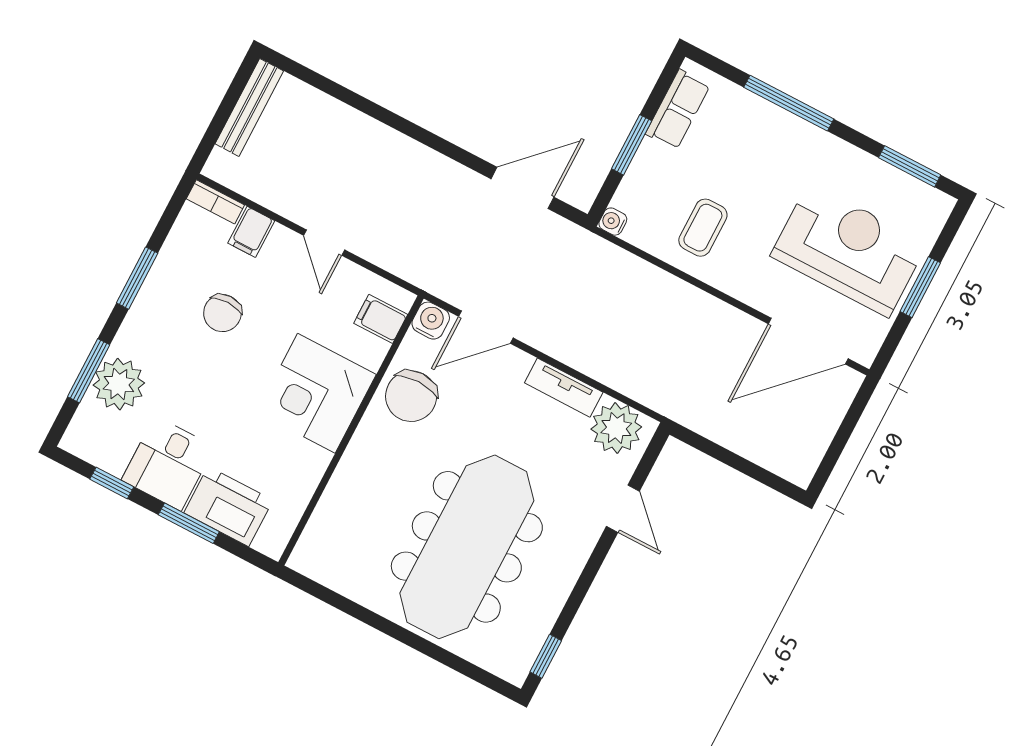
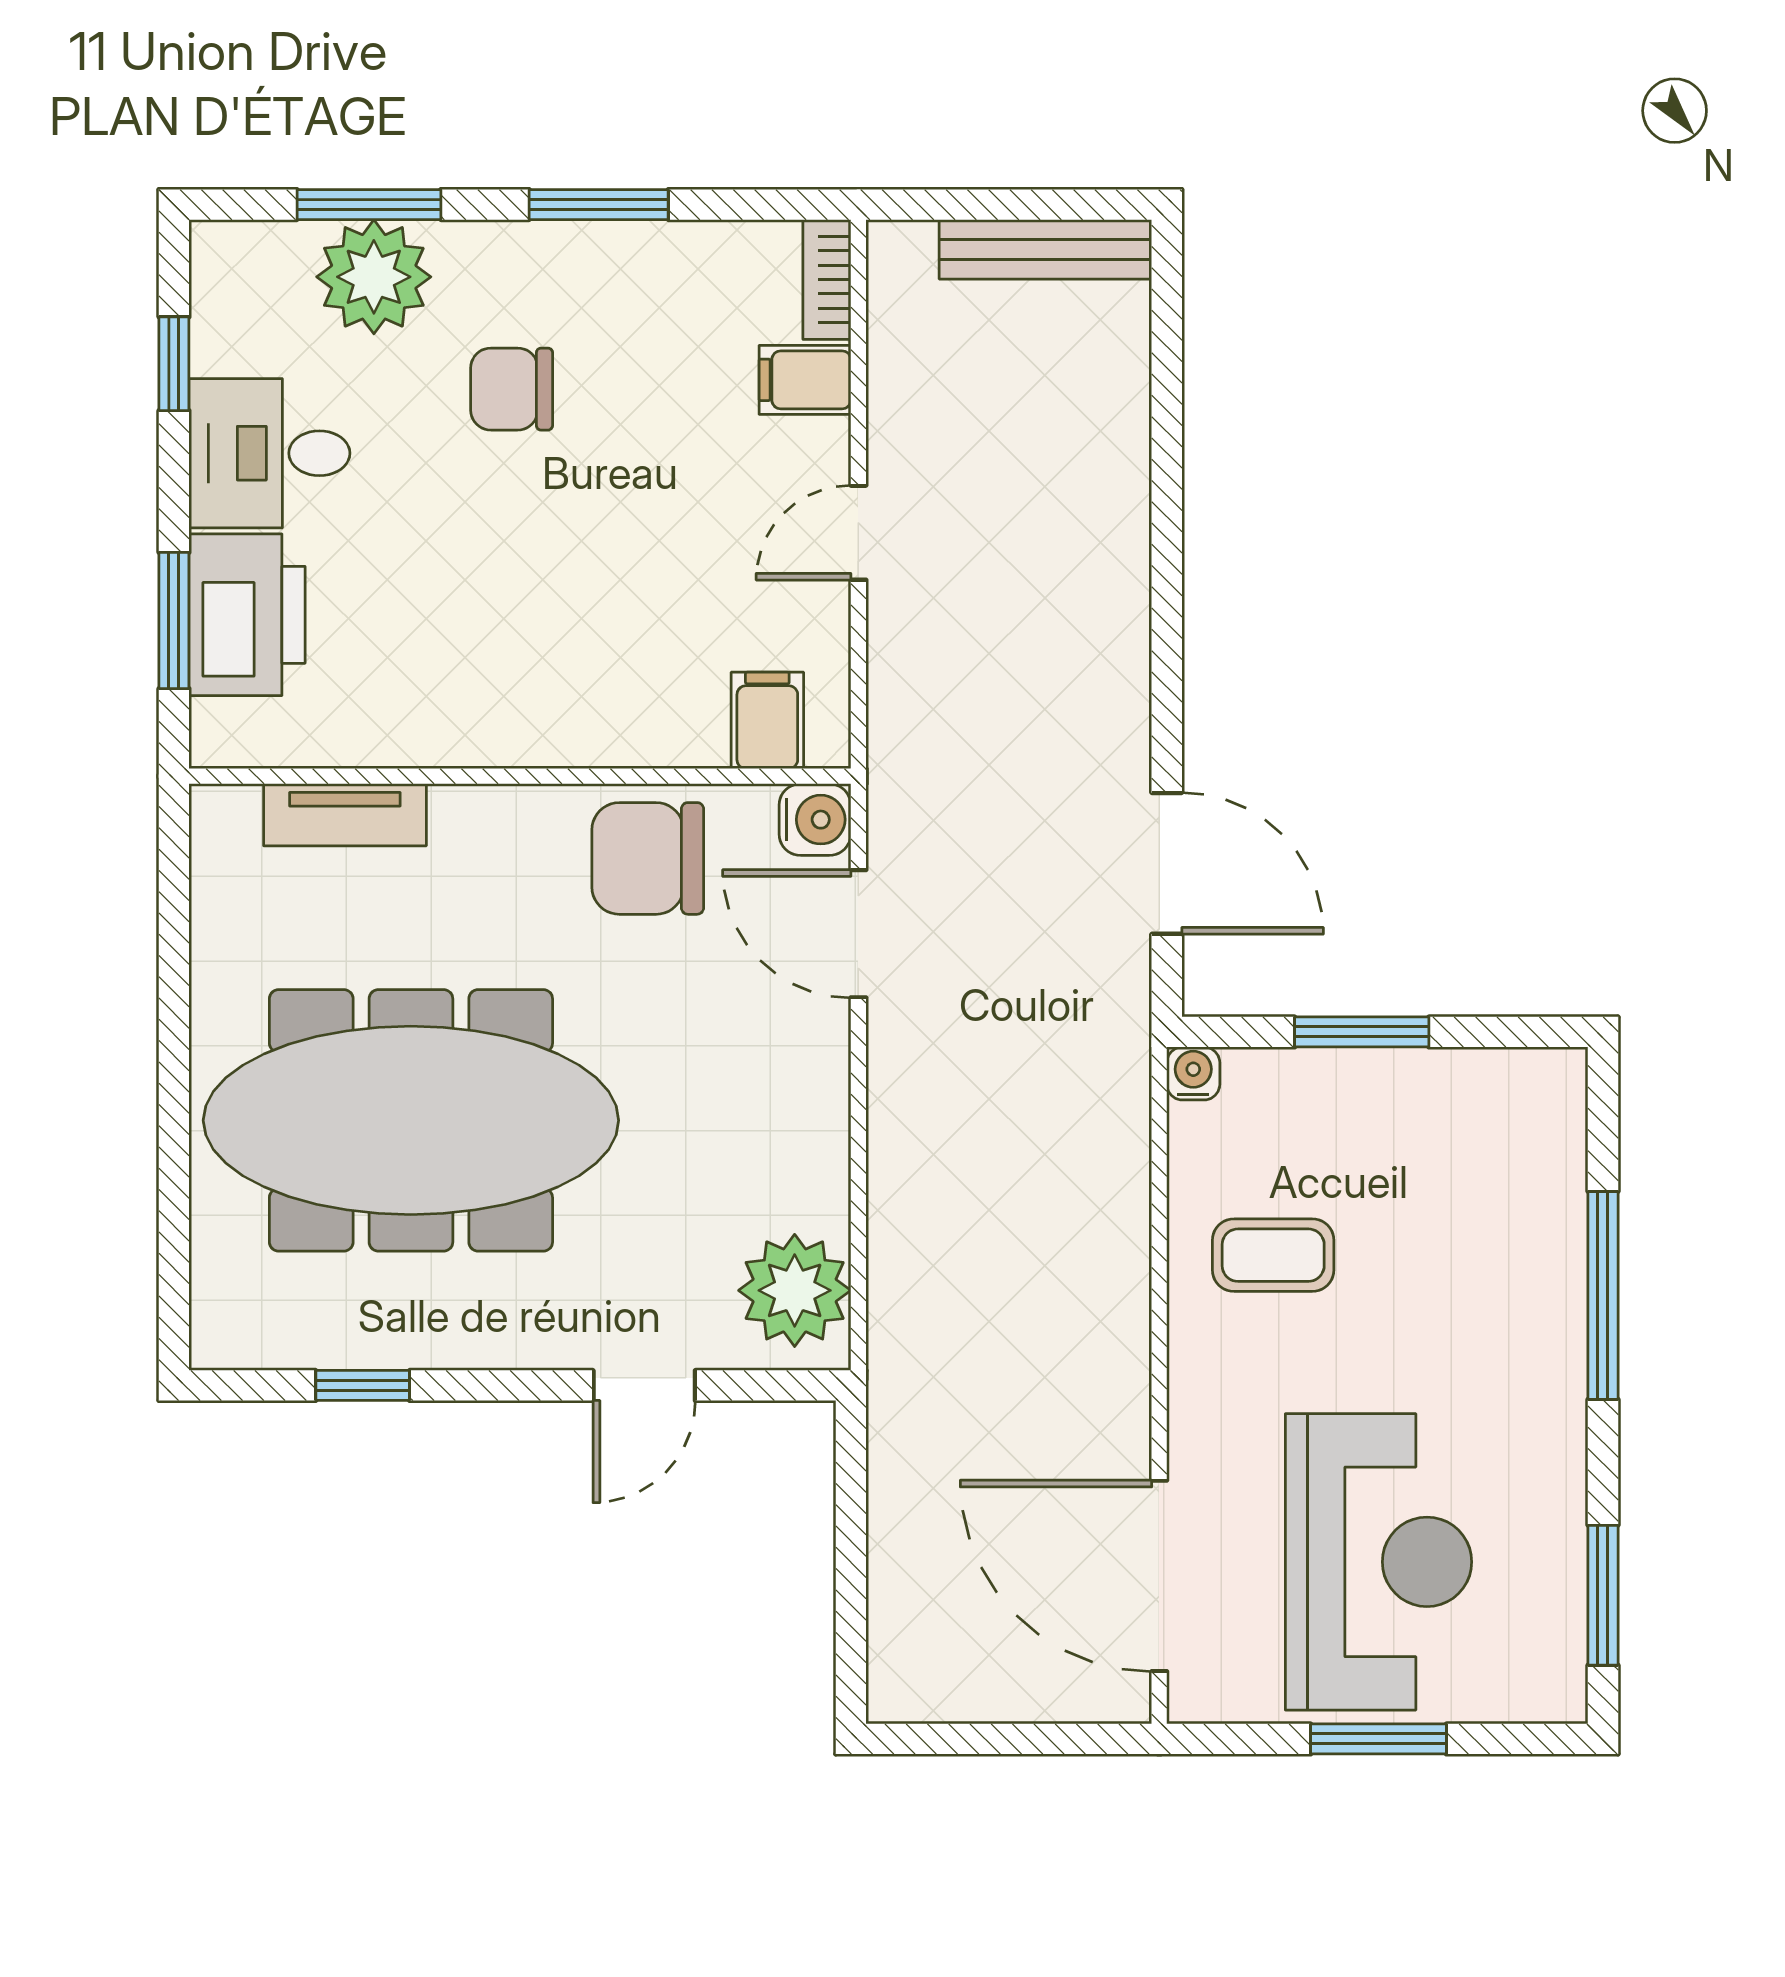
row of seats: (678, 109) -> (1478, 1086), removed
chair: (222, 313) -> (512, 389), moved
tv unit: (564, 388) -> (345, 815), moved, turned -90
corner desk: (316, 393) -> (557, 671), removed
window: (189, 523) -> (174, 621), moved
window: (546, 656) -> (363, 1385), moved

